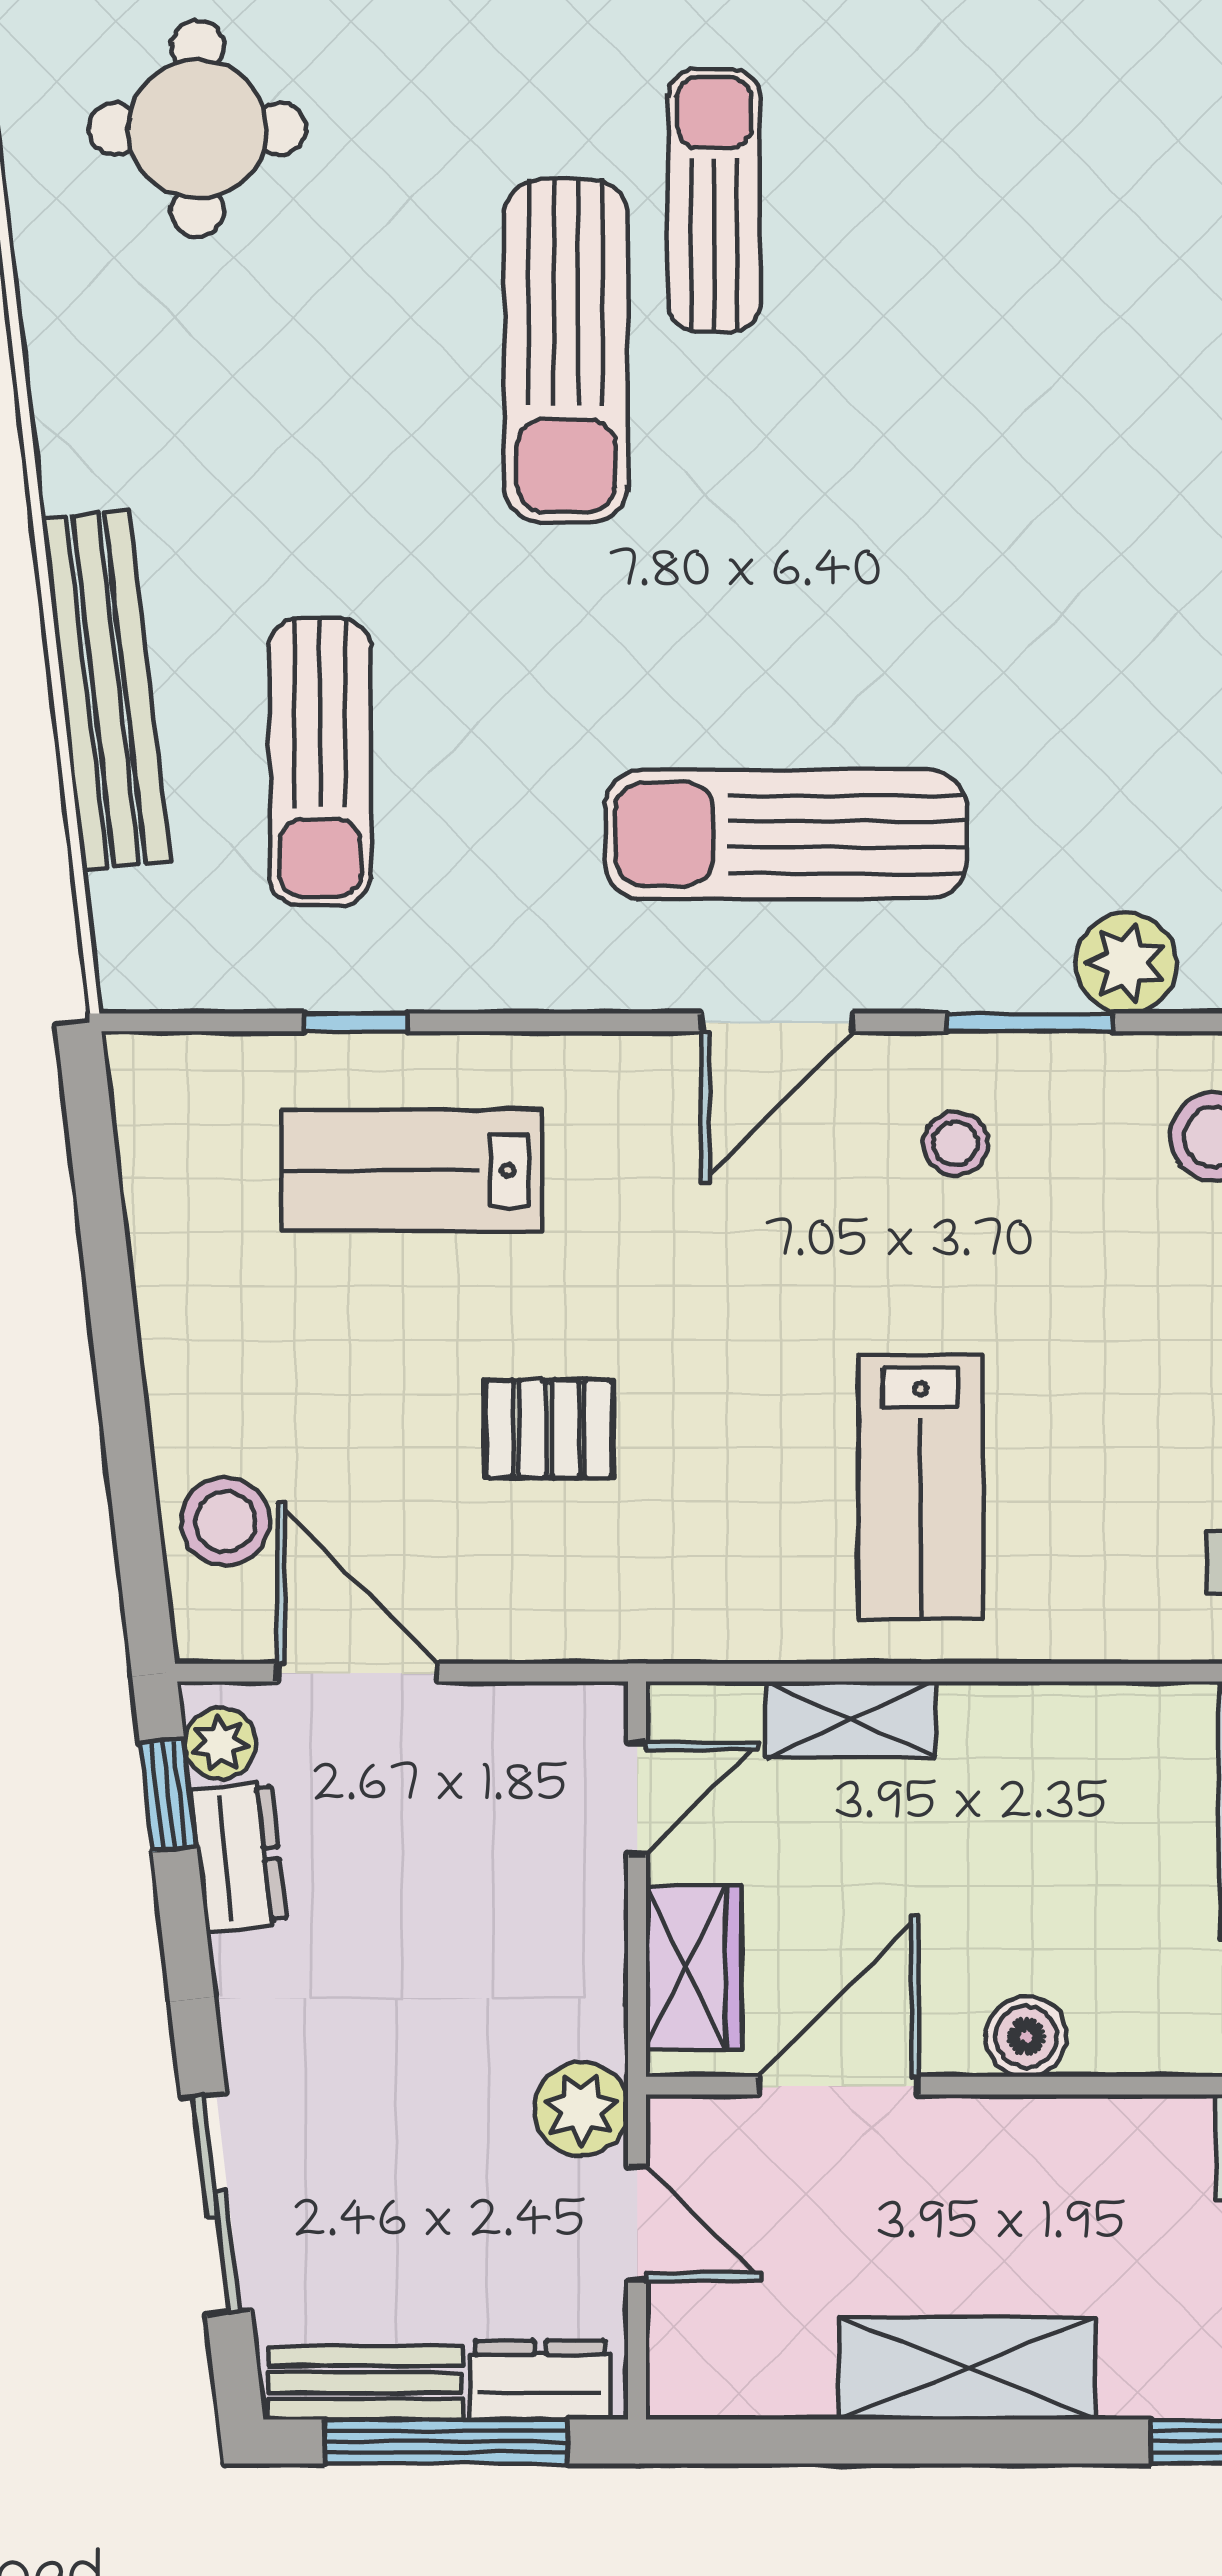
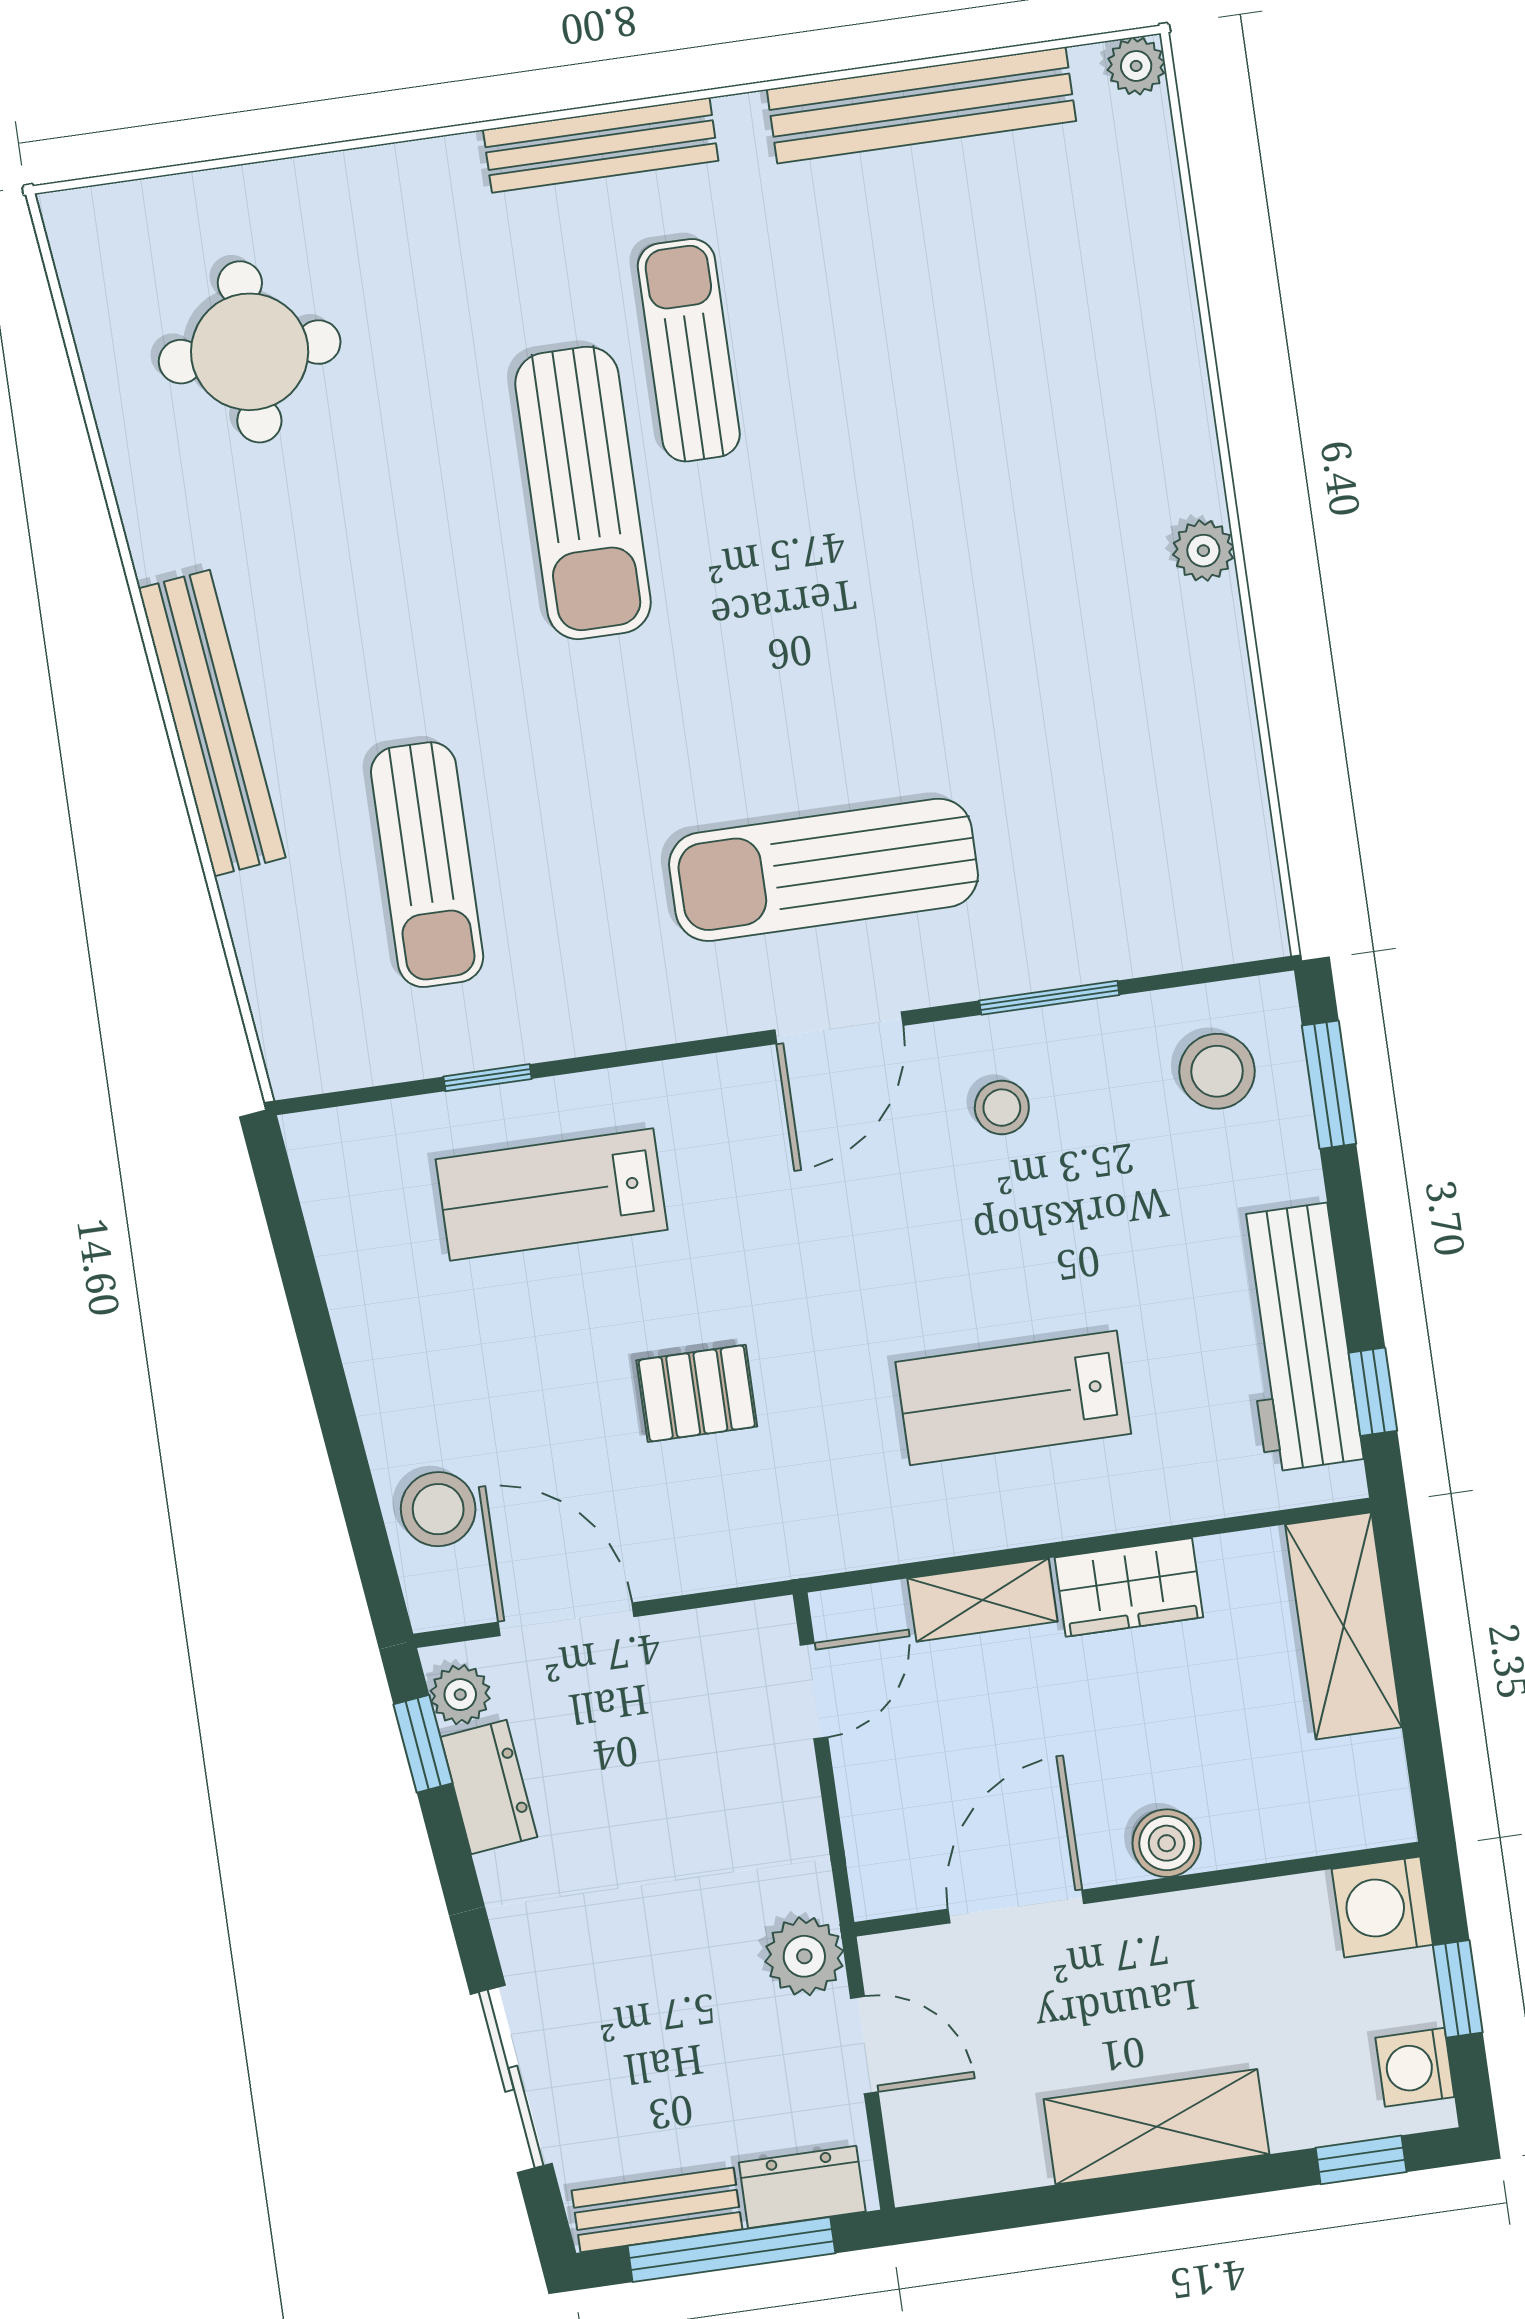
bench: (106, 690) -> (212, 723), moved
plant: (1126, 963) -> (1123, 937), removed
lab bench: (920, 1487) -> (1013, 1398), turned 90
wardrobe: (694, 1967) -> (1129, 1587), moved, turned 90

